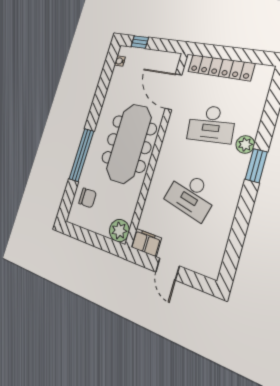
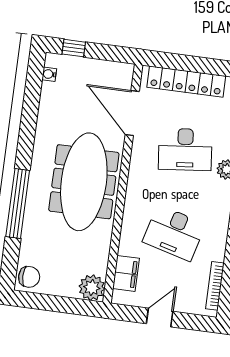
chair: (87, 198) -> (29, 277), moved
filing cabinet: (146, 243) -> (126, 273), moved, turned 90
bookcase: (220, 250) -> (215, 286), added
door: (167, 269) -> (160, 318), swing flipped

